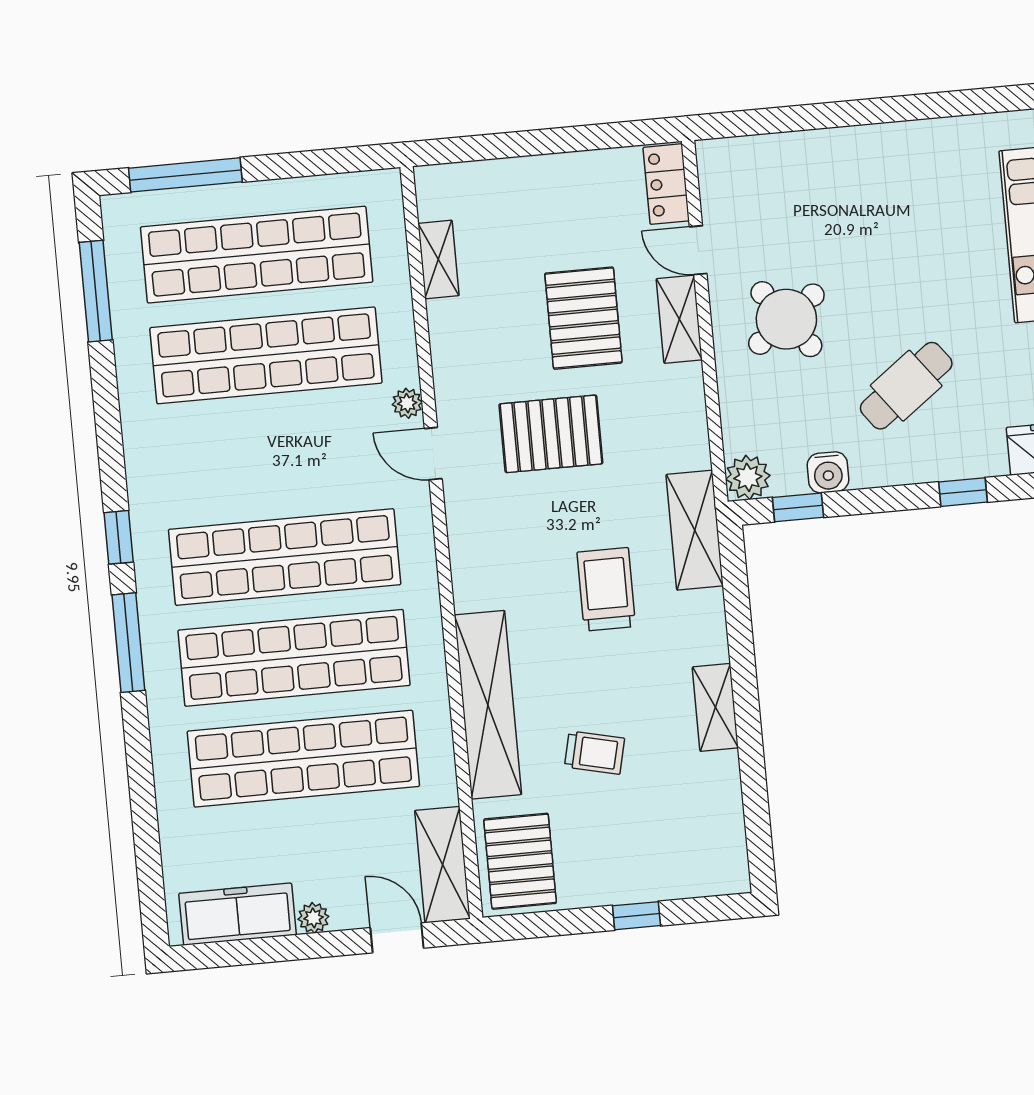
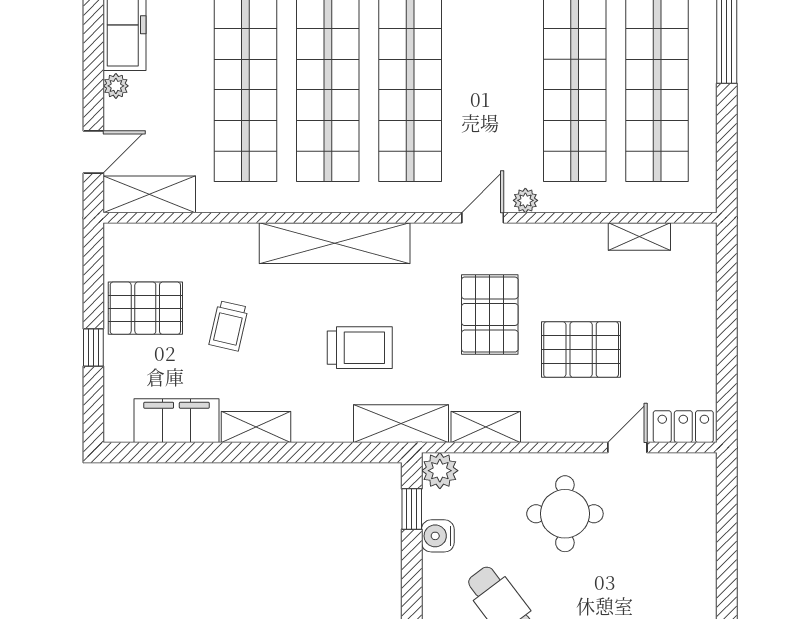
shelving: (679, 319) -> (486, 427), moved
round table: (786, 319) -> (565, 514), turned 37
shelving: (488, 705) -> (335, 243), moved
filing cabinet: (716, 806) -> (176, 421), added
pallet: (520, 861) -> (145, 308), moved

